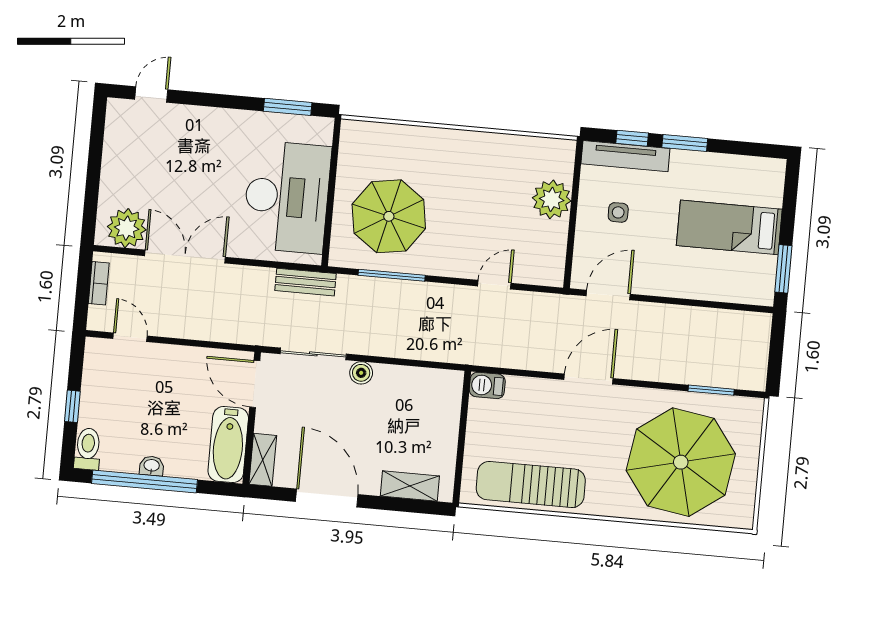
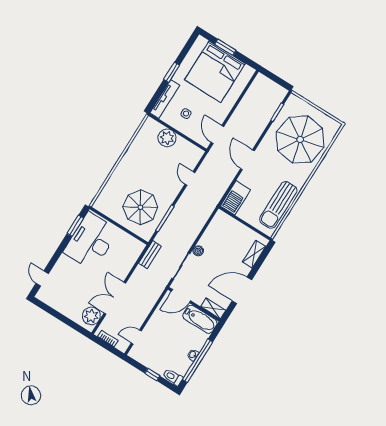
window: (632, 138) -> (159, 93), removed
desk: (287, 197) -> (91, 241), moved, turned -90
bed: (729, 227) -> (215, 72), width x2.04
window: (783, 269) -> (225, 47), moved
barbecue: (487, 385) -> (235, 198), width x1.88, depth x1.53

